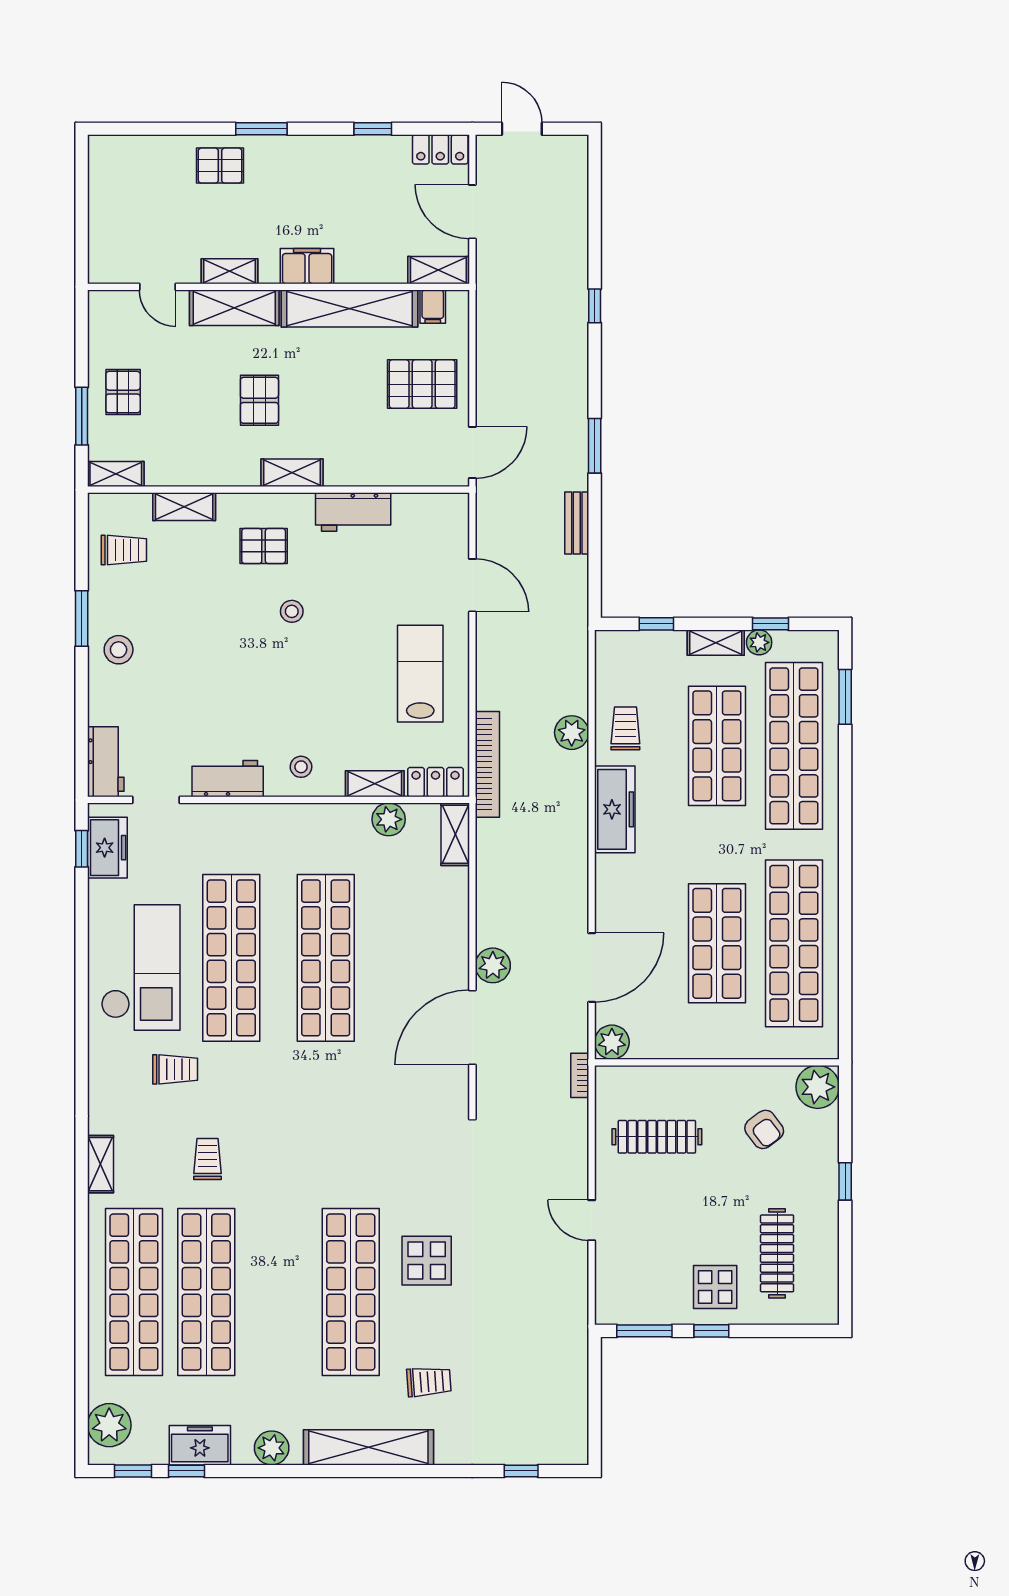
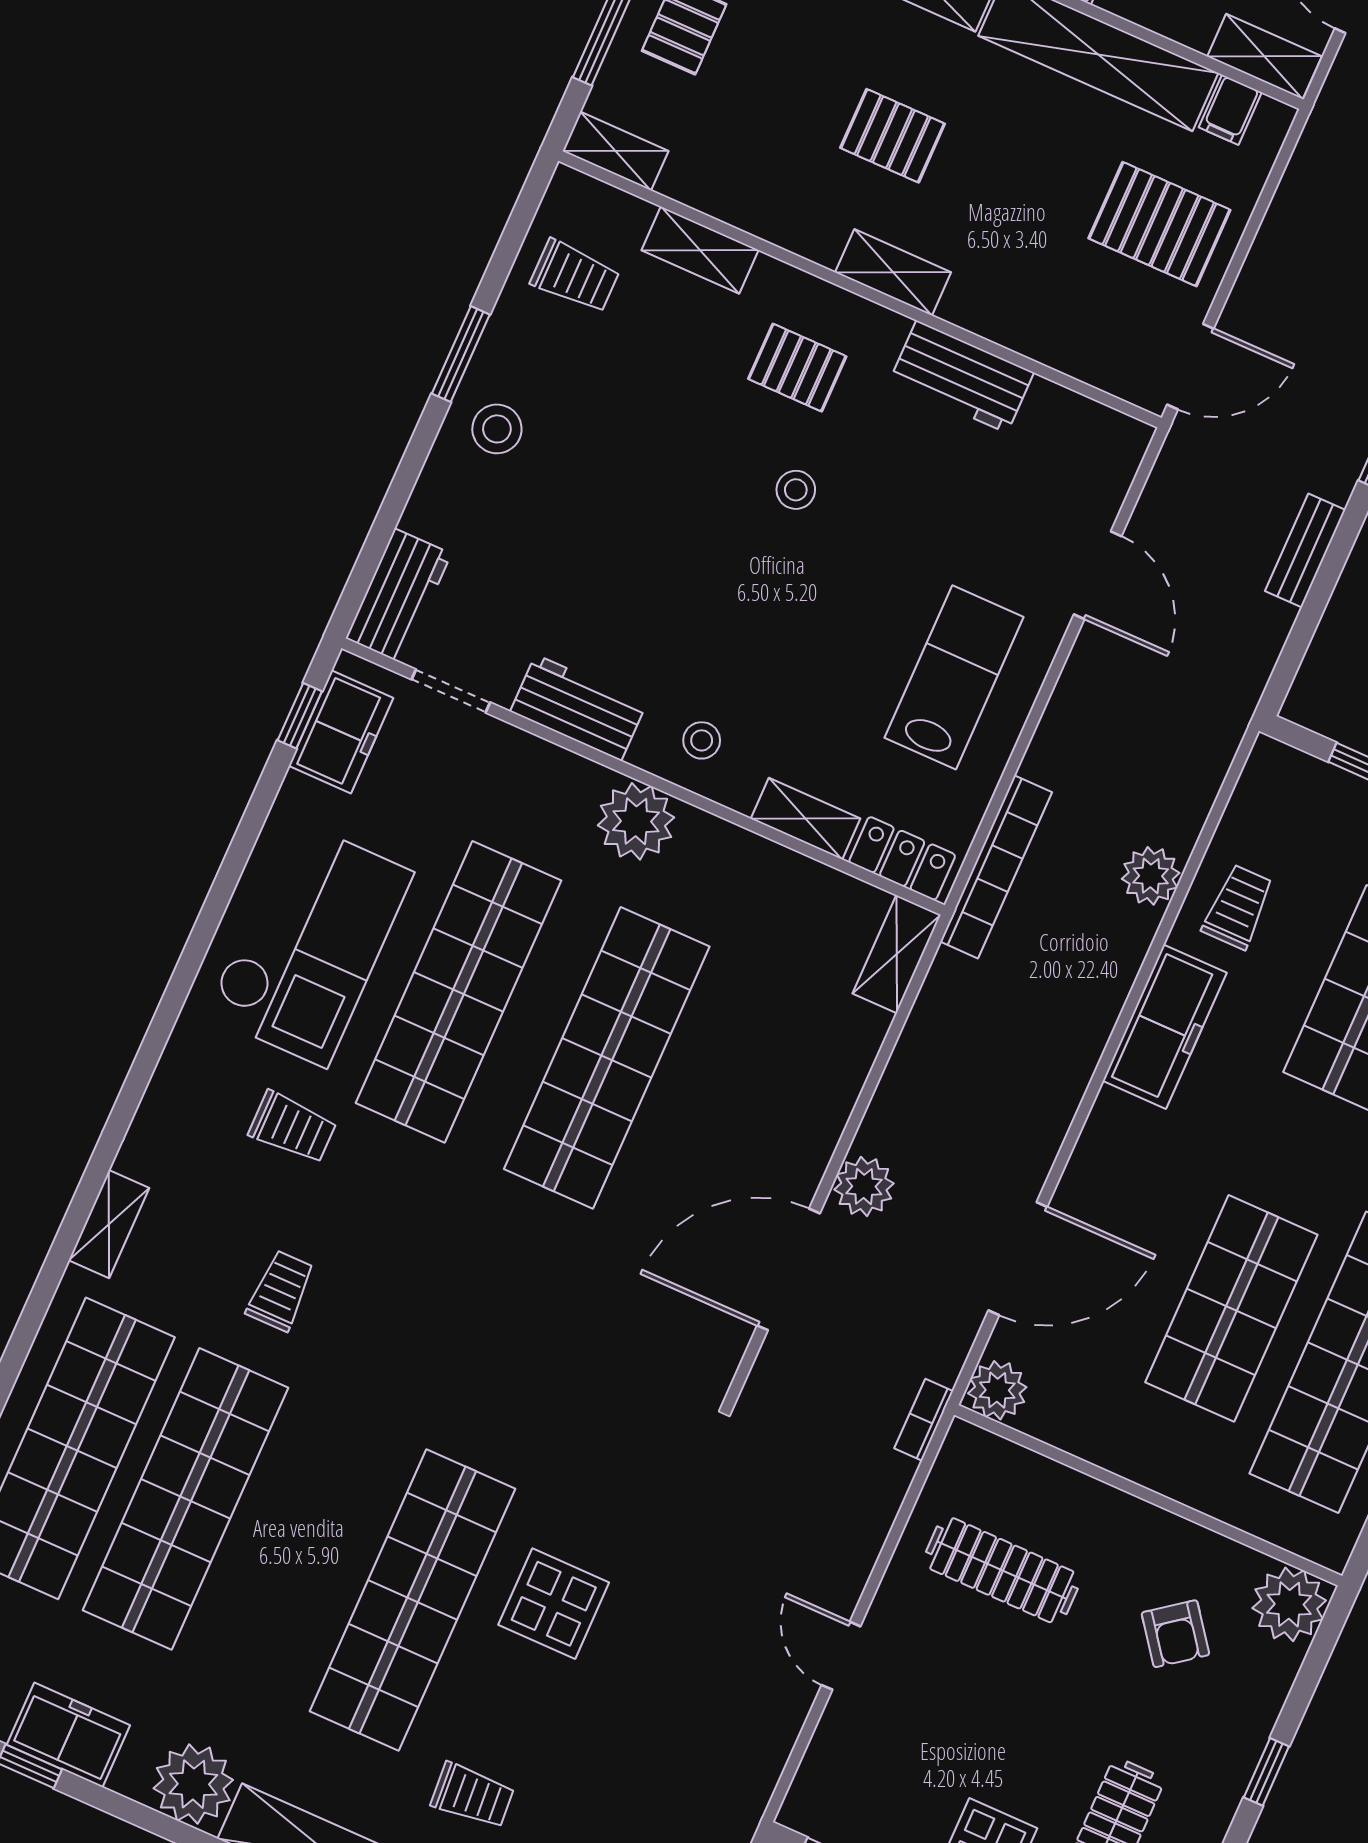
pallet: (259, 400) -> (893, 136), turned 90
plant: (389, 819) -> (636, 821), moved, width x1.36, depth x1.36
plant: (272, 1448) -> (193, 1784), width x1.36, depth x1.36

